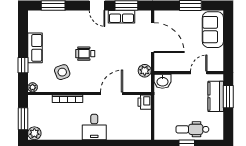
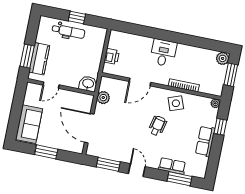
row of seats: (121, 17) -> (172, 166), moved
wheelchair: (85, 54) -> (158, 126), turned -77
side table: (62, 72) -> (176, 103), moved
printer: (145, 102) -> (112, 56), moved

